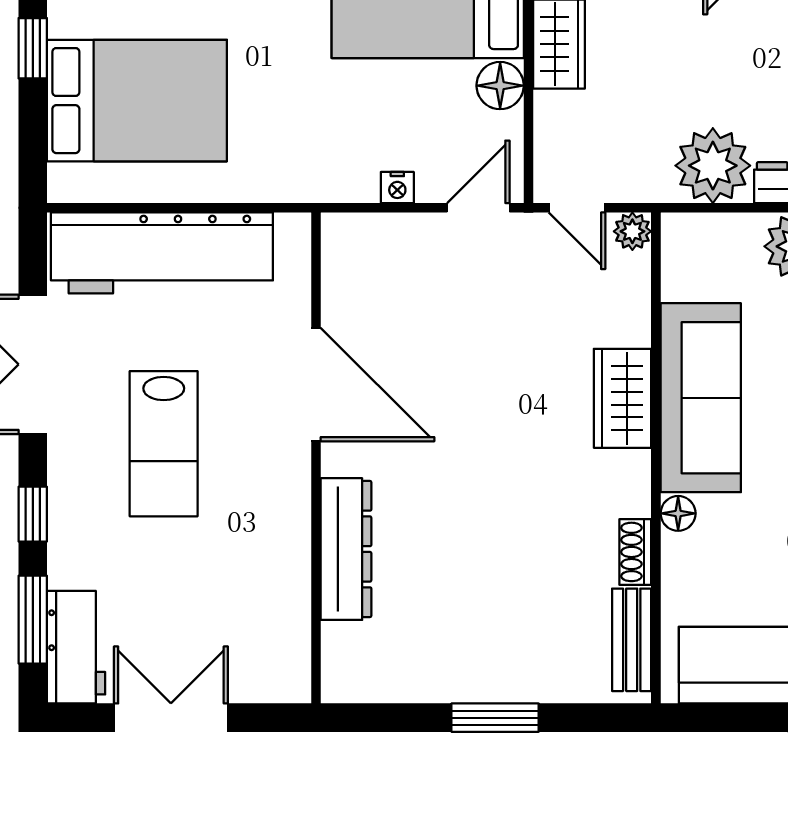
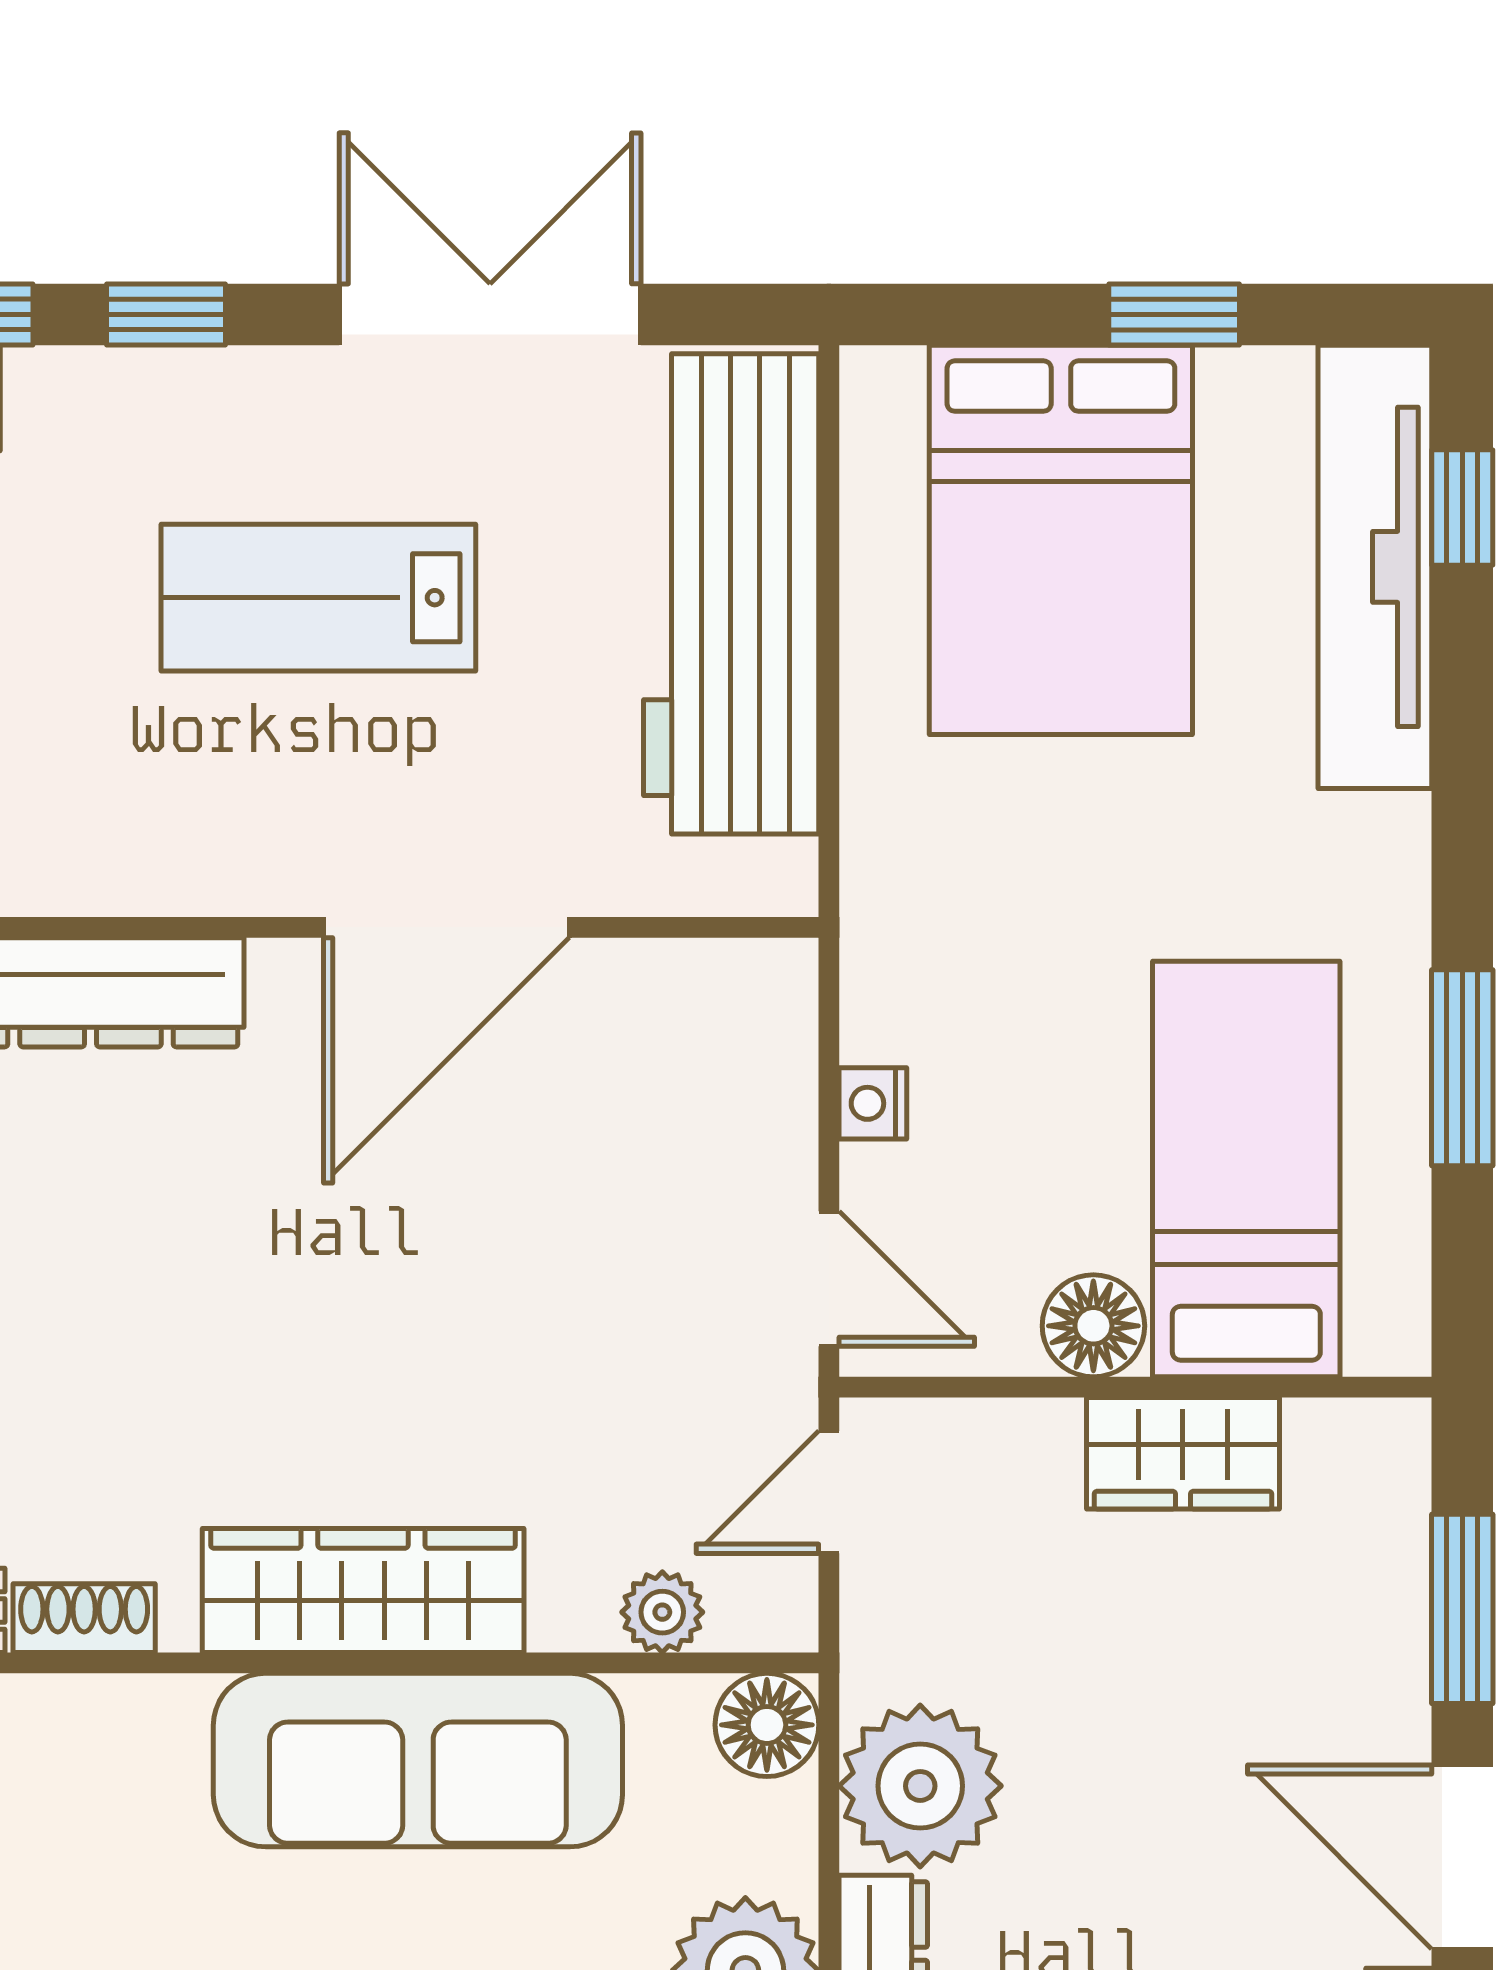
plant: (632, 231) -> (662, 1612), moved
wardrobe: (623, 398) -> (363, 1591), width x1.50
floor lamp: (678, 513) -> (767, 1725), moved, width x1.37, depth x1.37

